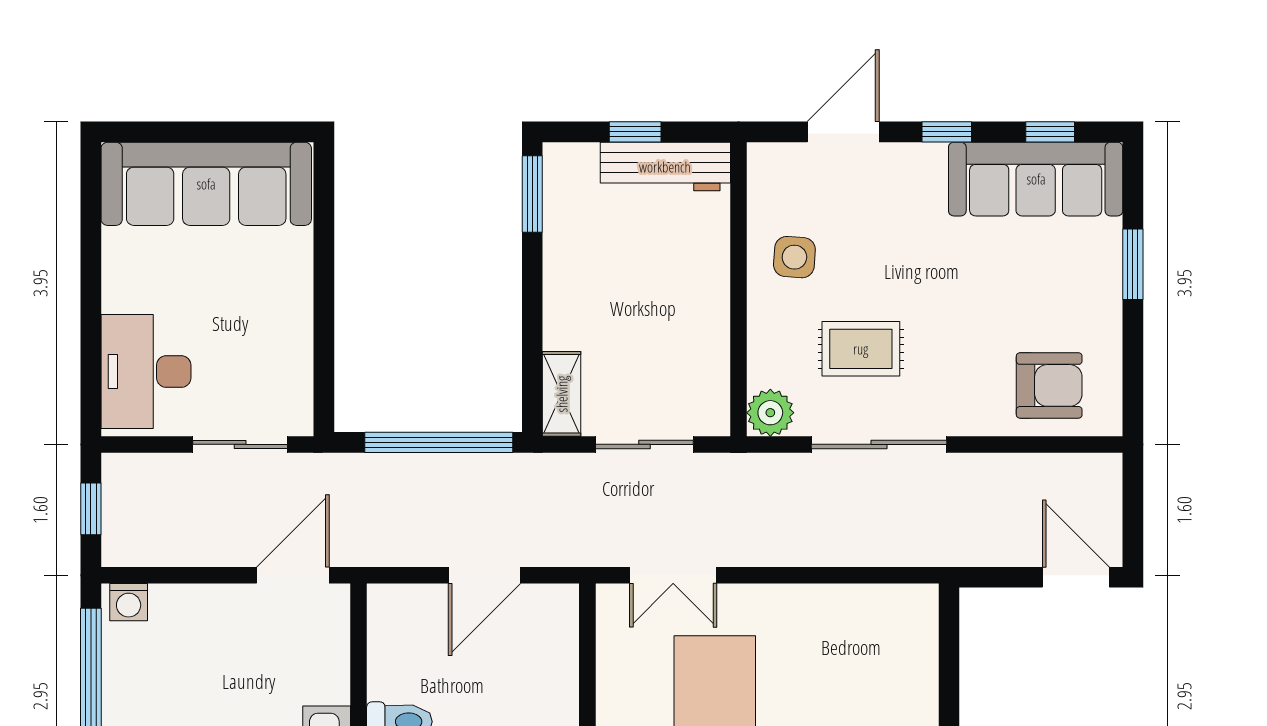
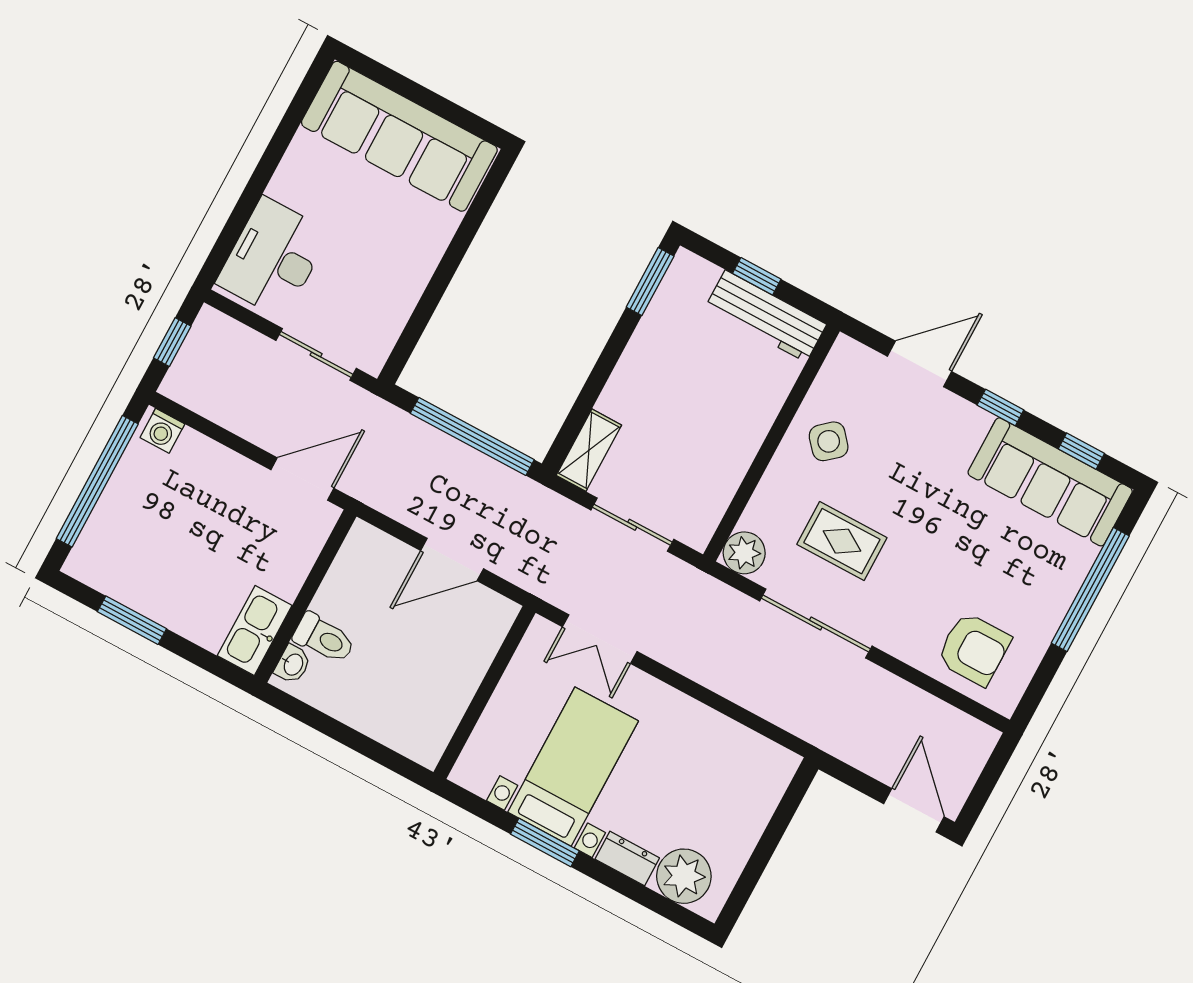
side table: (794, 257) -> (829, 441), turned 45
window: (1133, 264) -> (1090, 589), width x2.11

